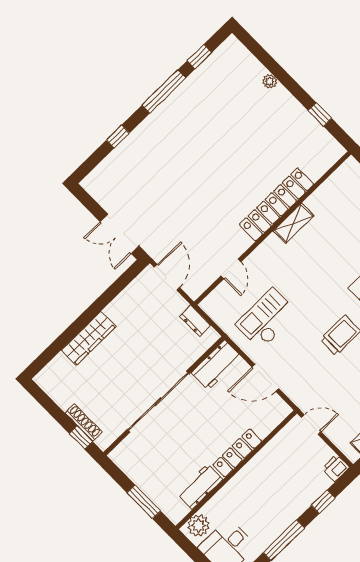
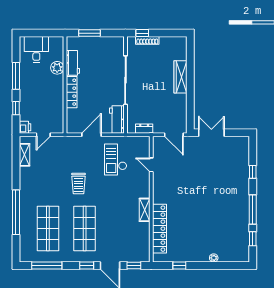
locker: (277, 204) -> (159, 229), moved
checkout: (267, 319) -> (116, 160), turned 180
door: (311, 425) -> (43, 135), moved
plant: (198, 525) -> (57, 68), moved

